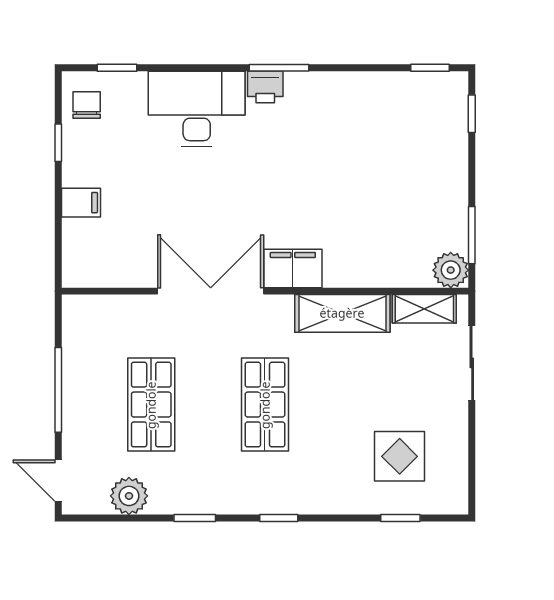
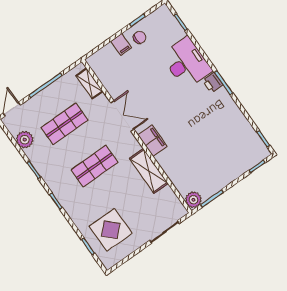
chair: (87, 105) -> (140, 37), moved
double door: (211, 291) -> (122, 116), width x0.73
shelving: (424, 309) -> (89, 83), moved
display table: (400, 456) -> (111, 230), width x1.36, depth x1.36

